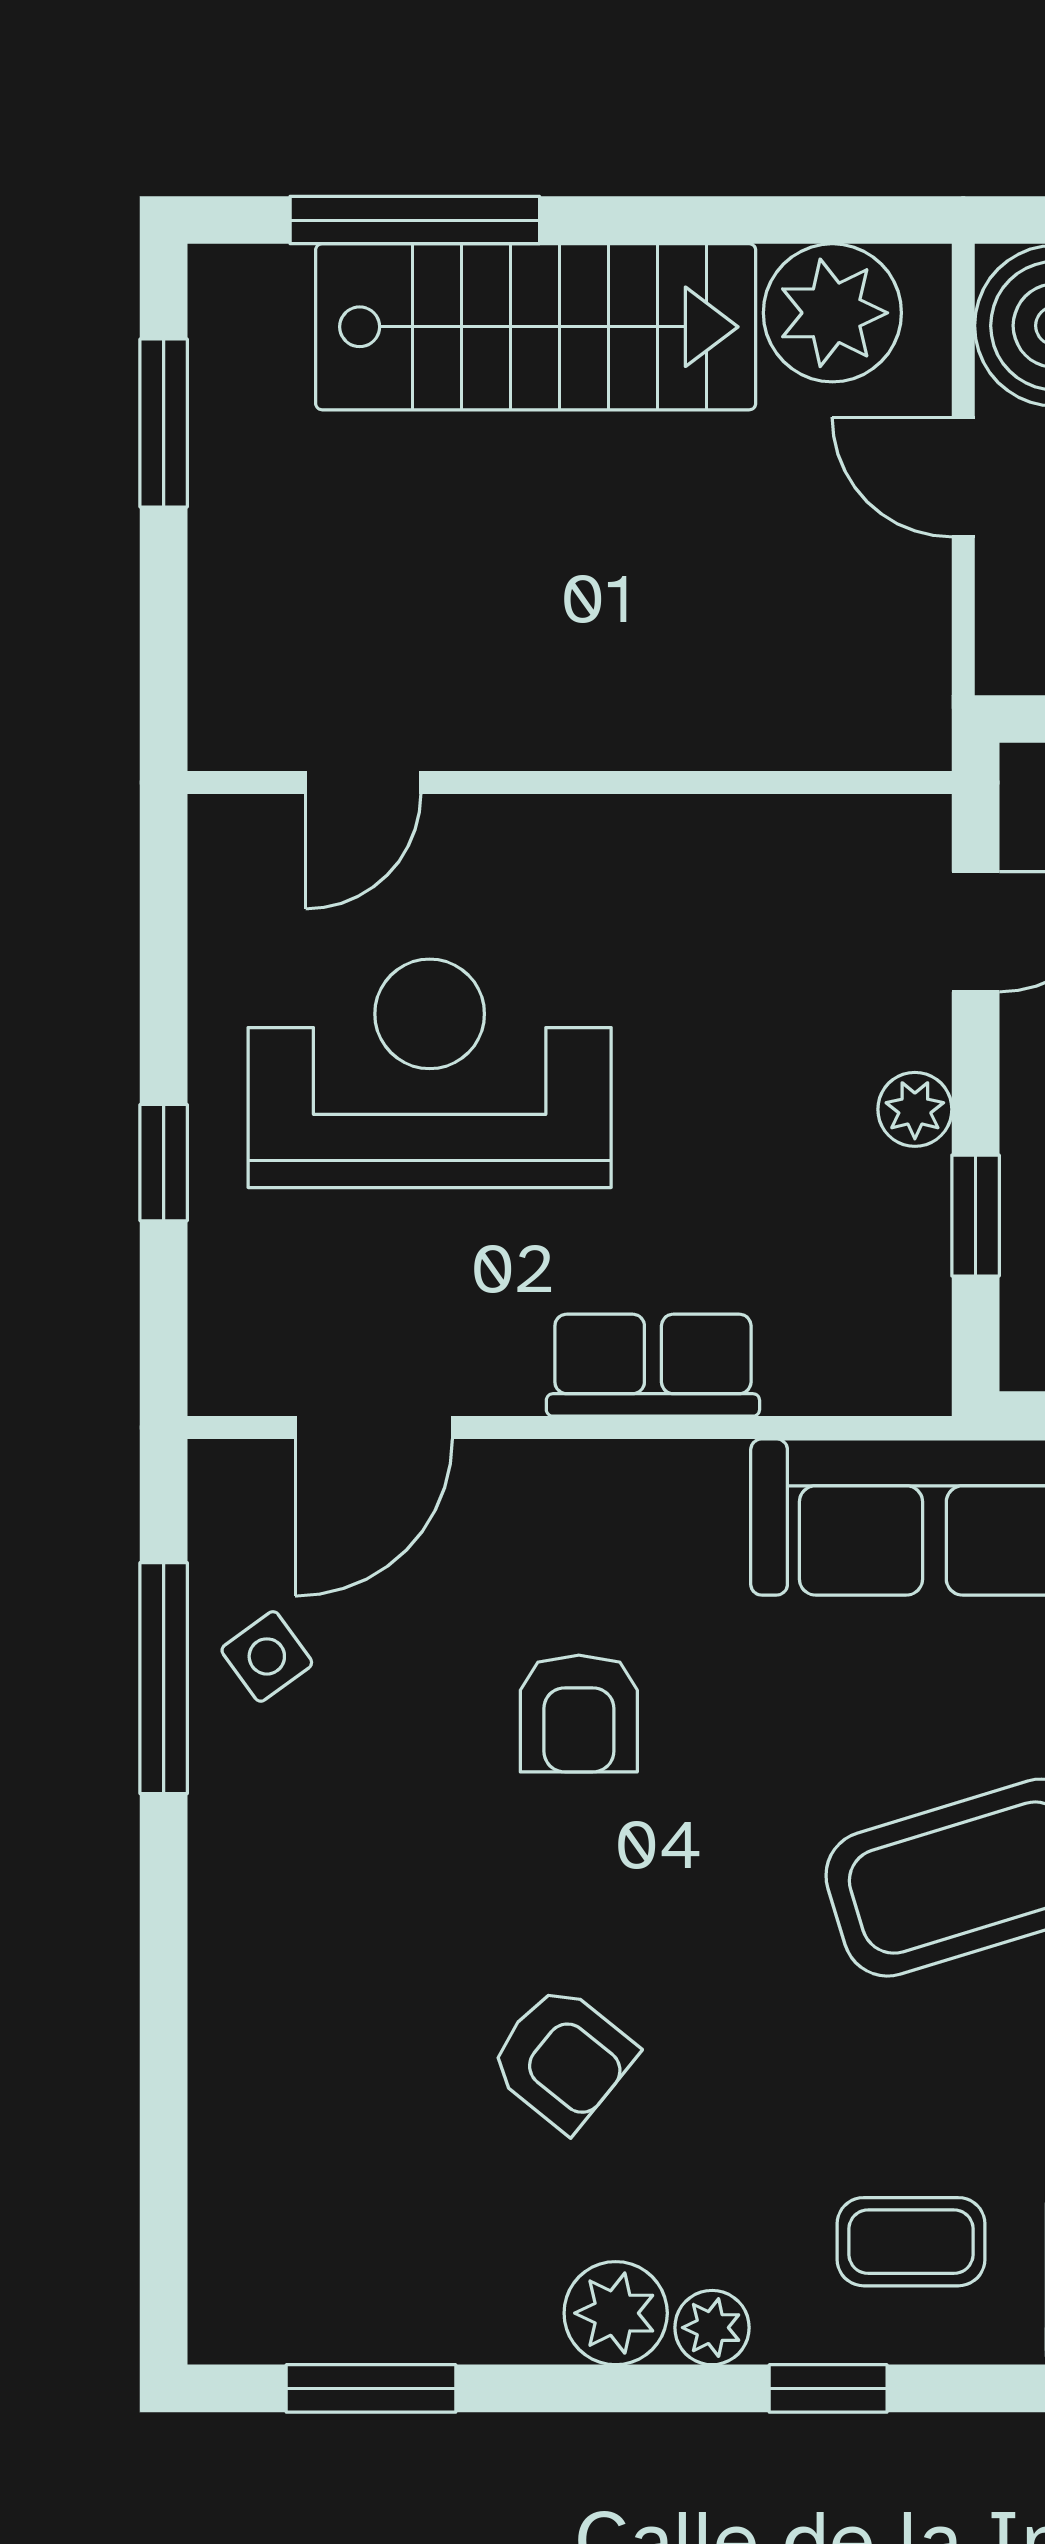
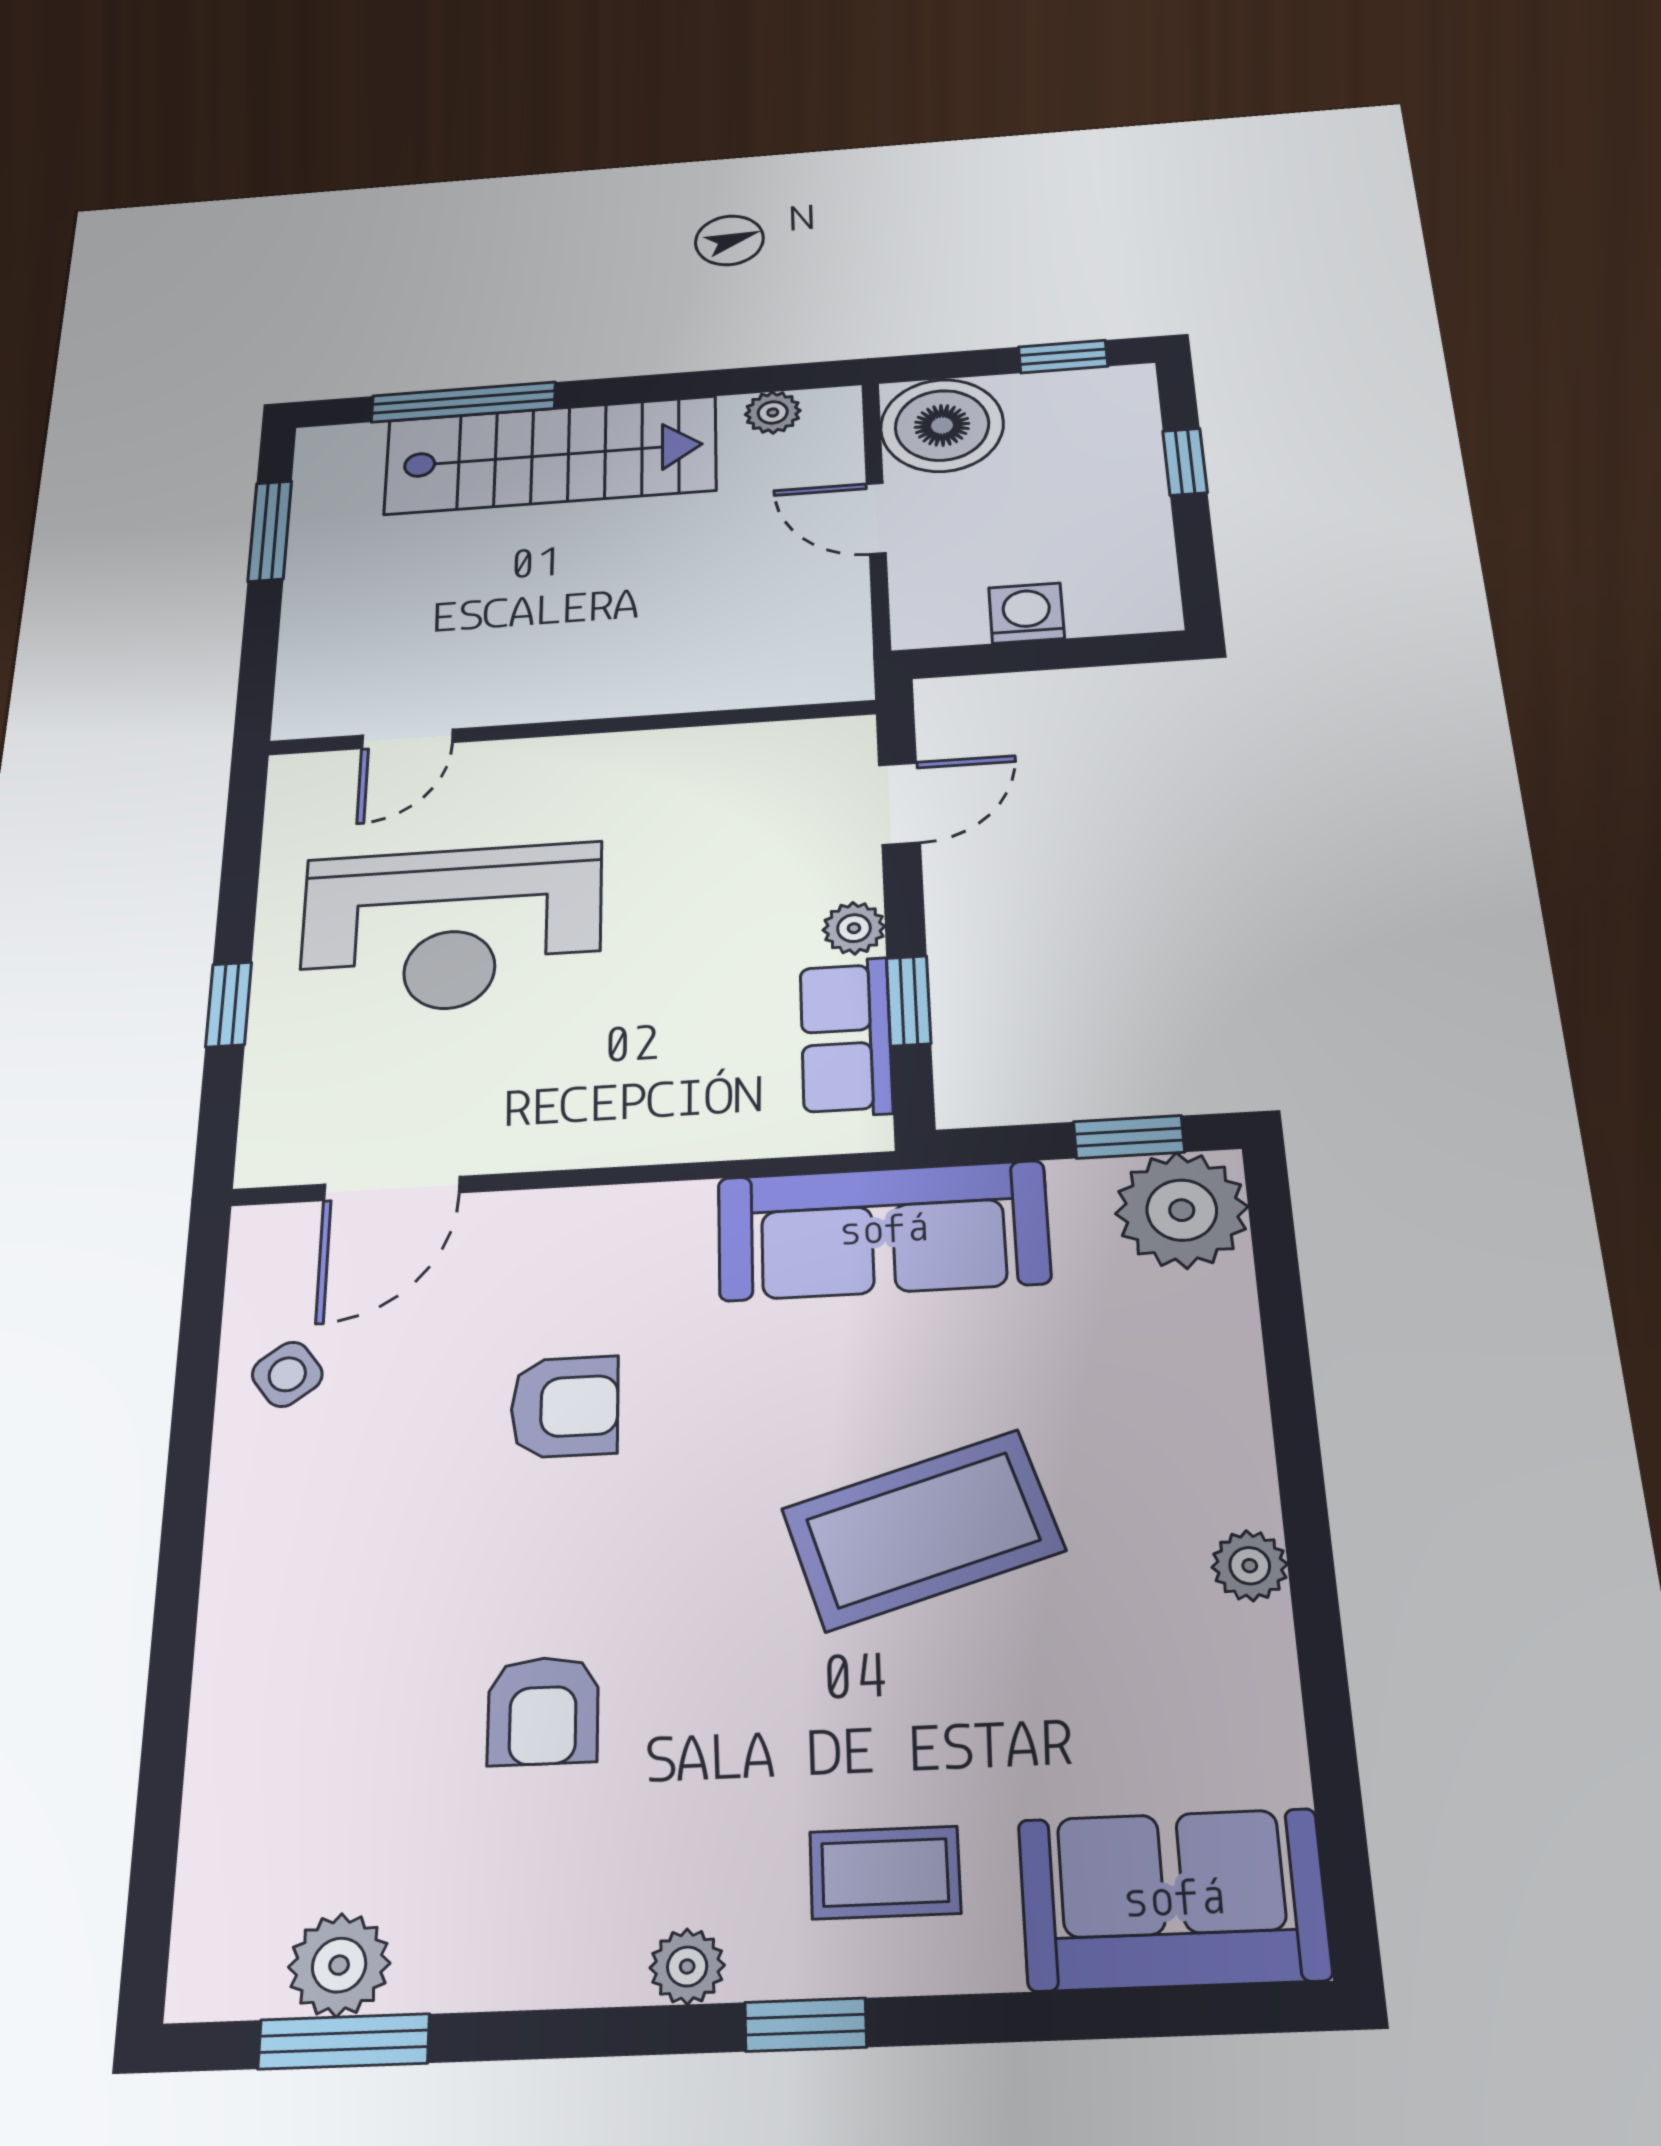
plant: (832, 313) -> (773, 412), width x0.53, depth x0.53
reception desk: (430, 1073) -> (451, 928), turned 180
row of seats: (653, 1365) -> (846, 1037), moved, turned -90
window: (164, 1678) -> (194, 1397), removed
armchair: (579, 1713) -> (565, 1407), turned -90
armchair: (562, 2058) -> (543, 1711), turned 51
plant: (616, 2313) -> (339, 1965), moved

